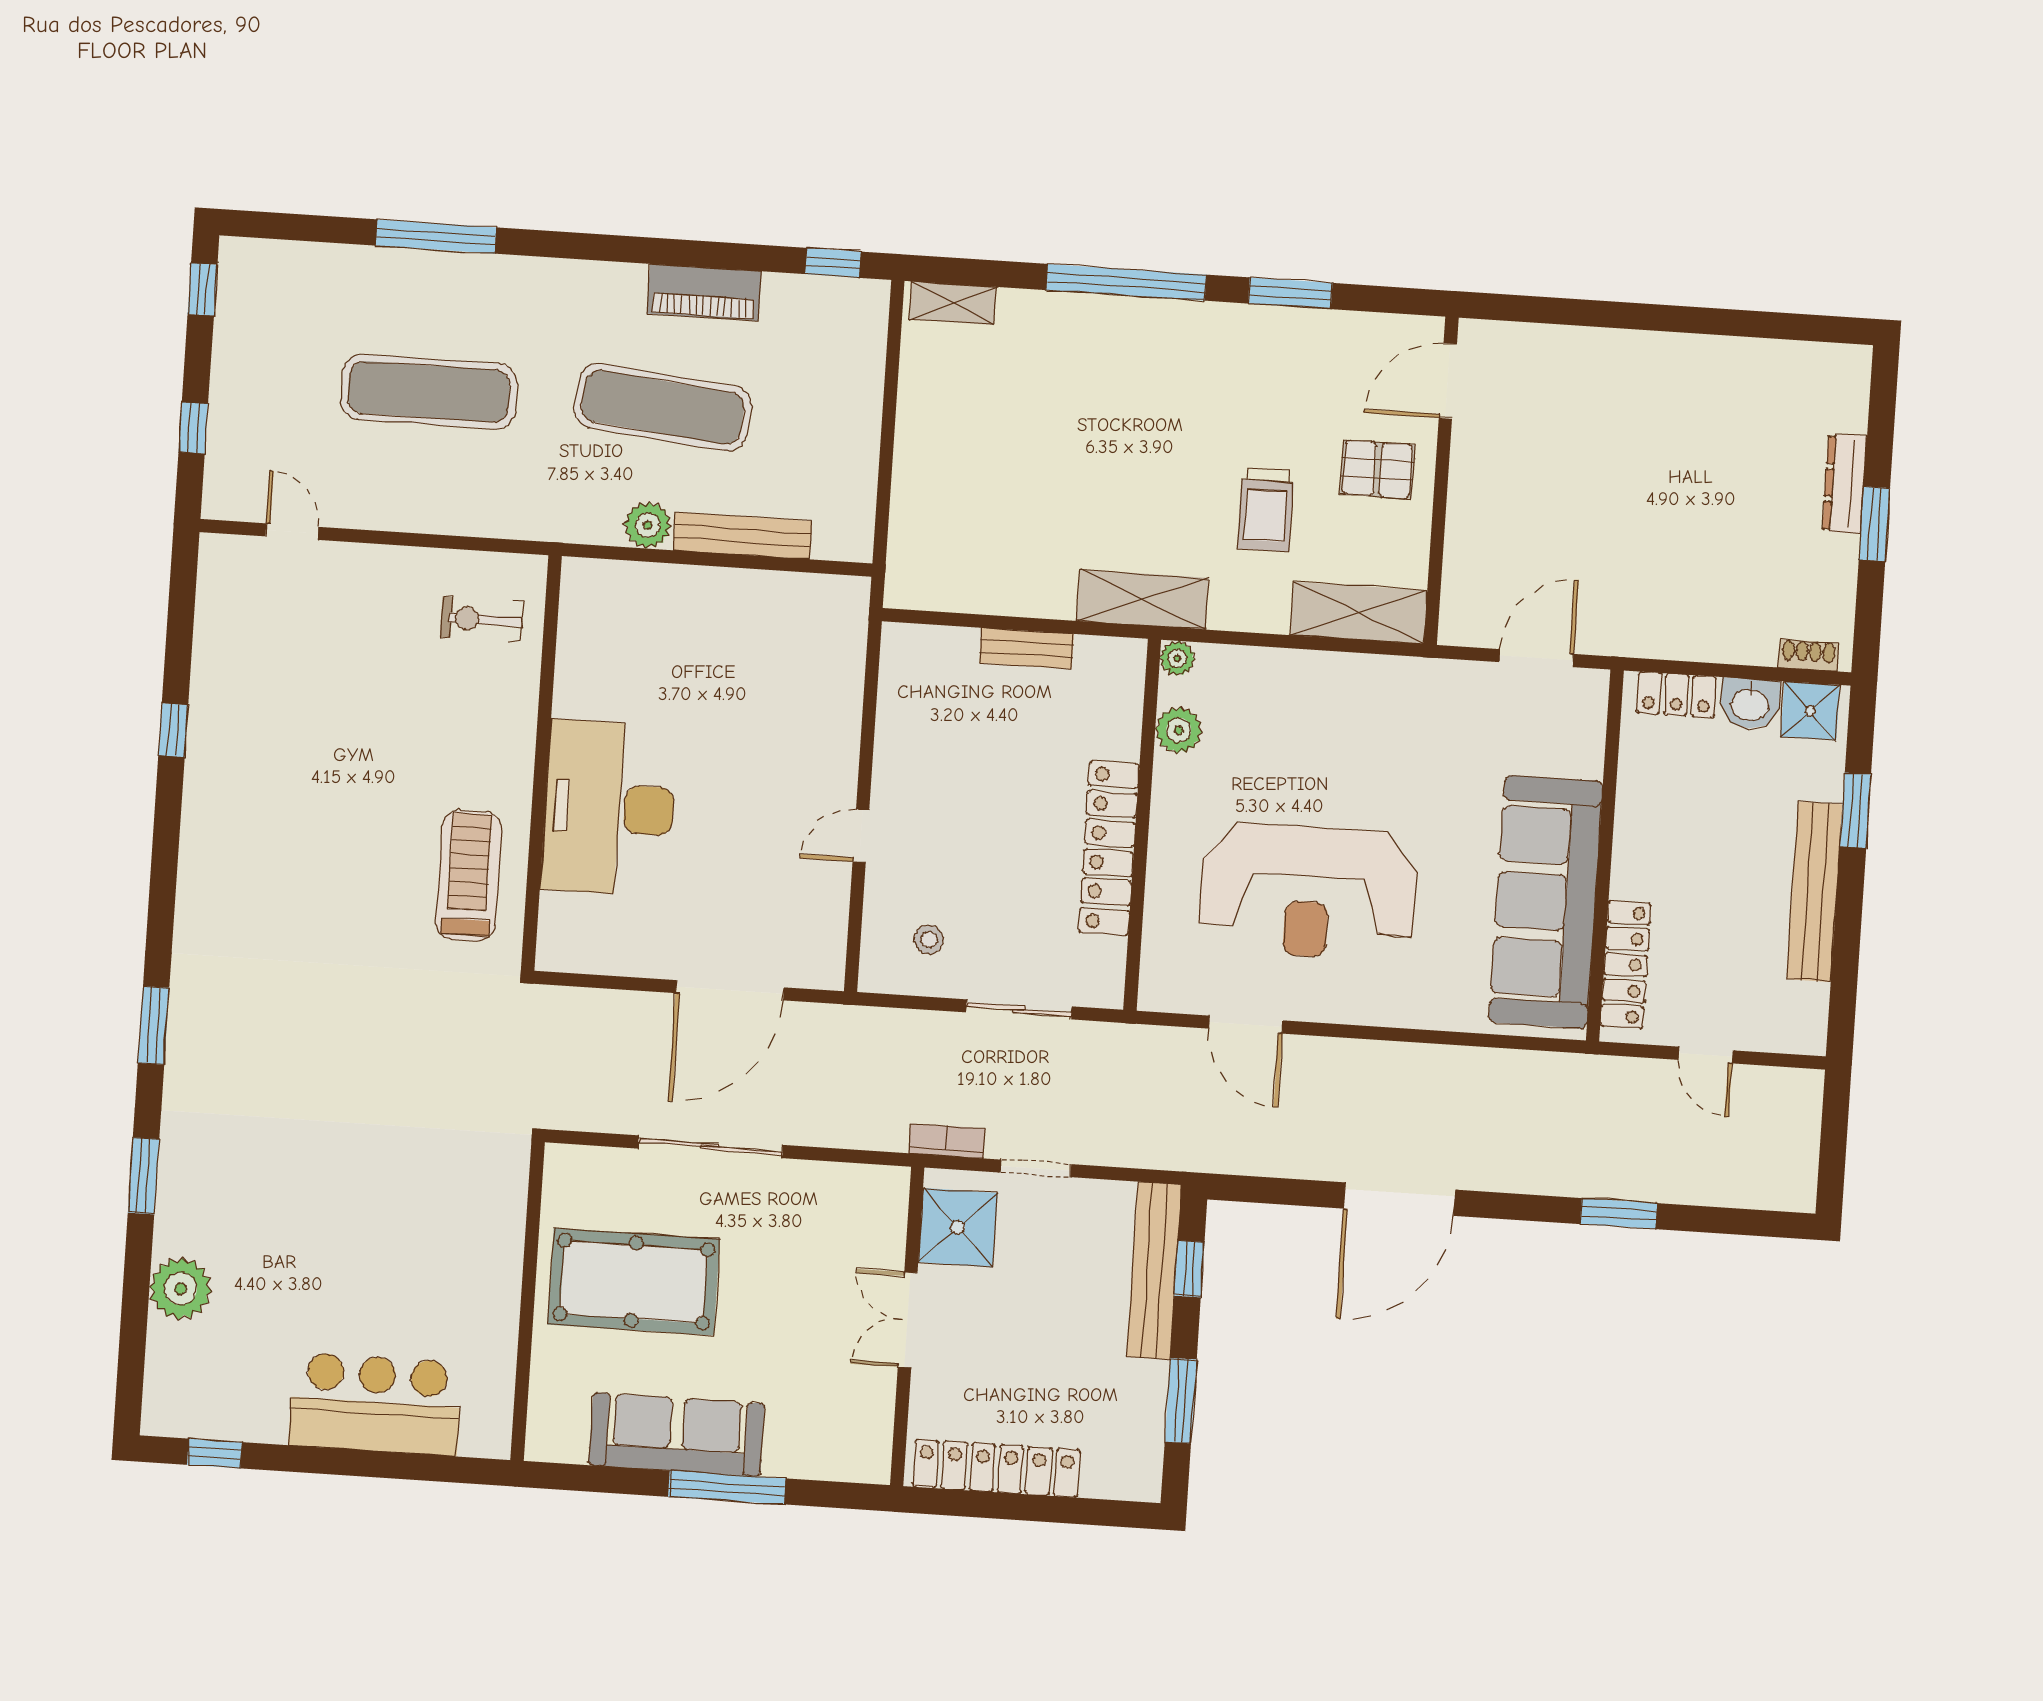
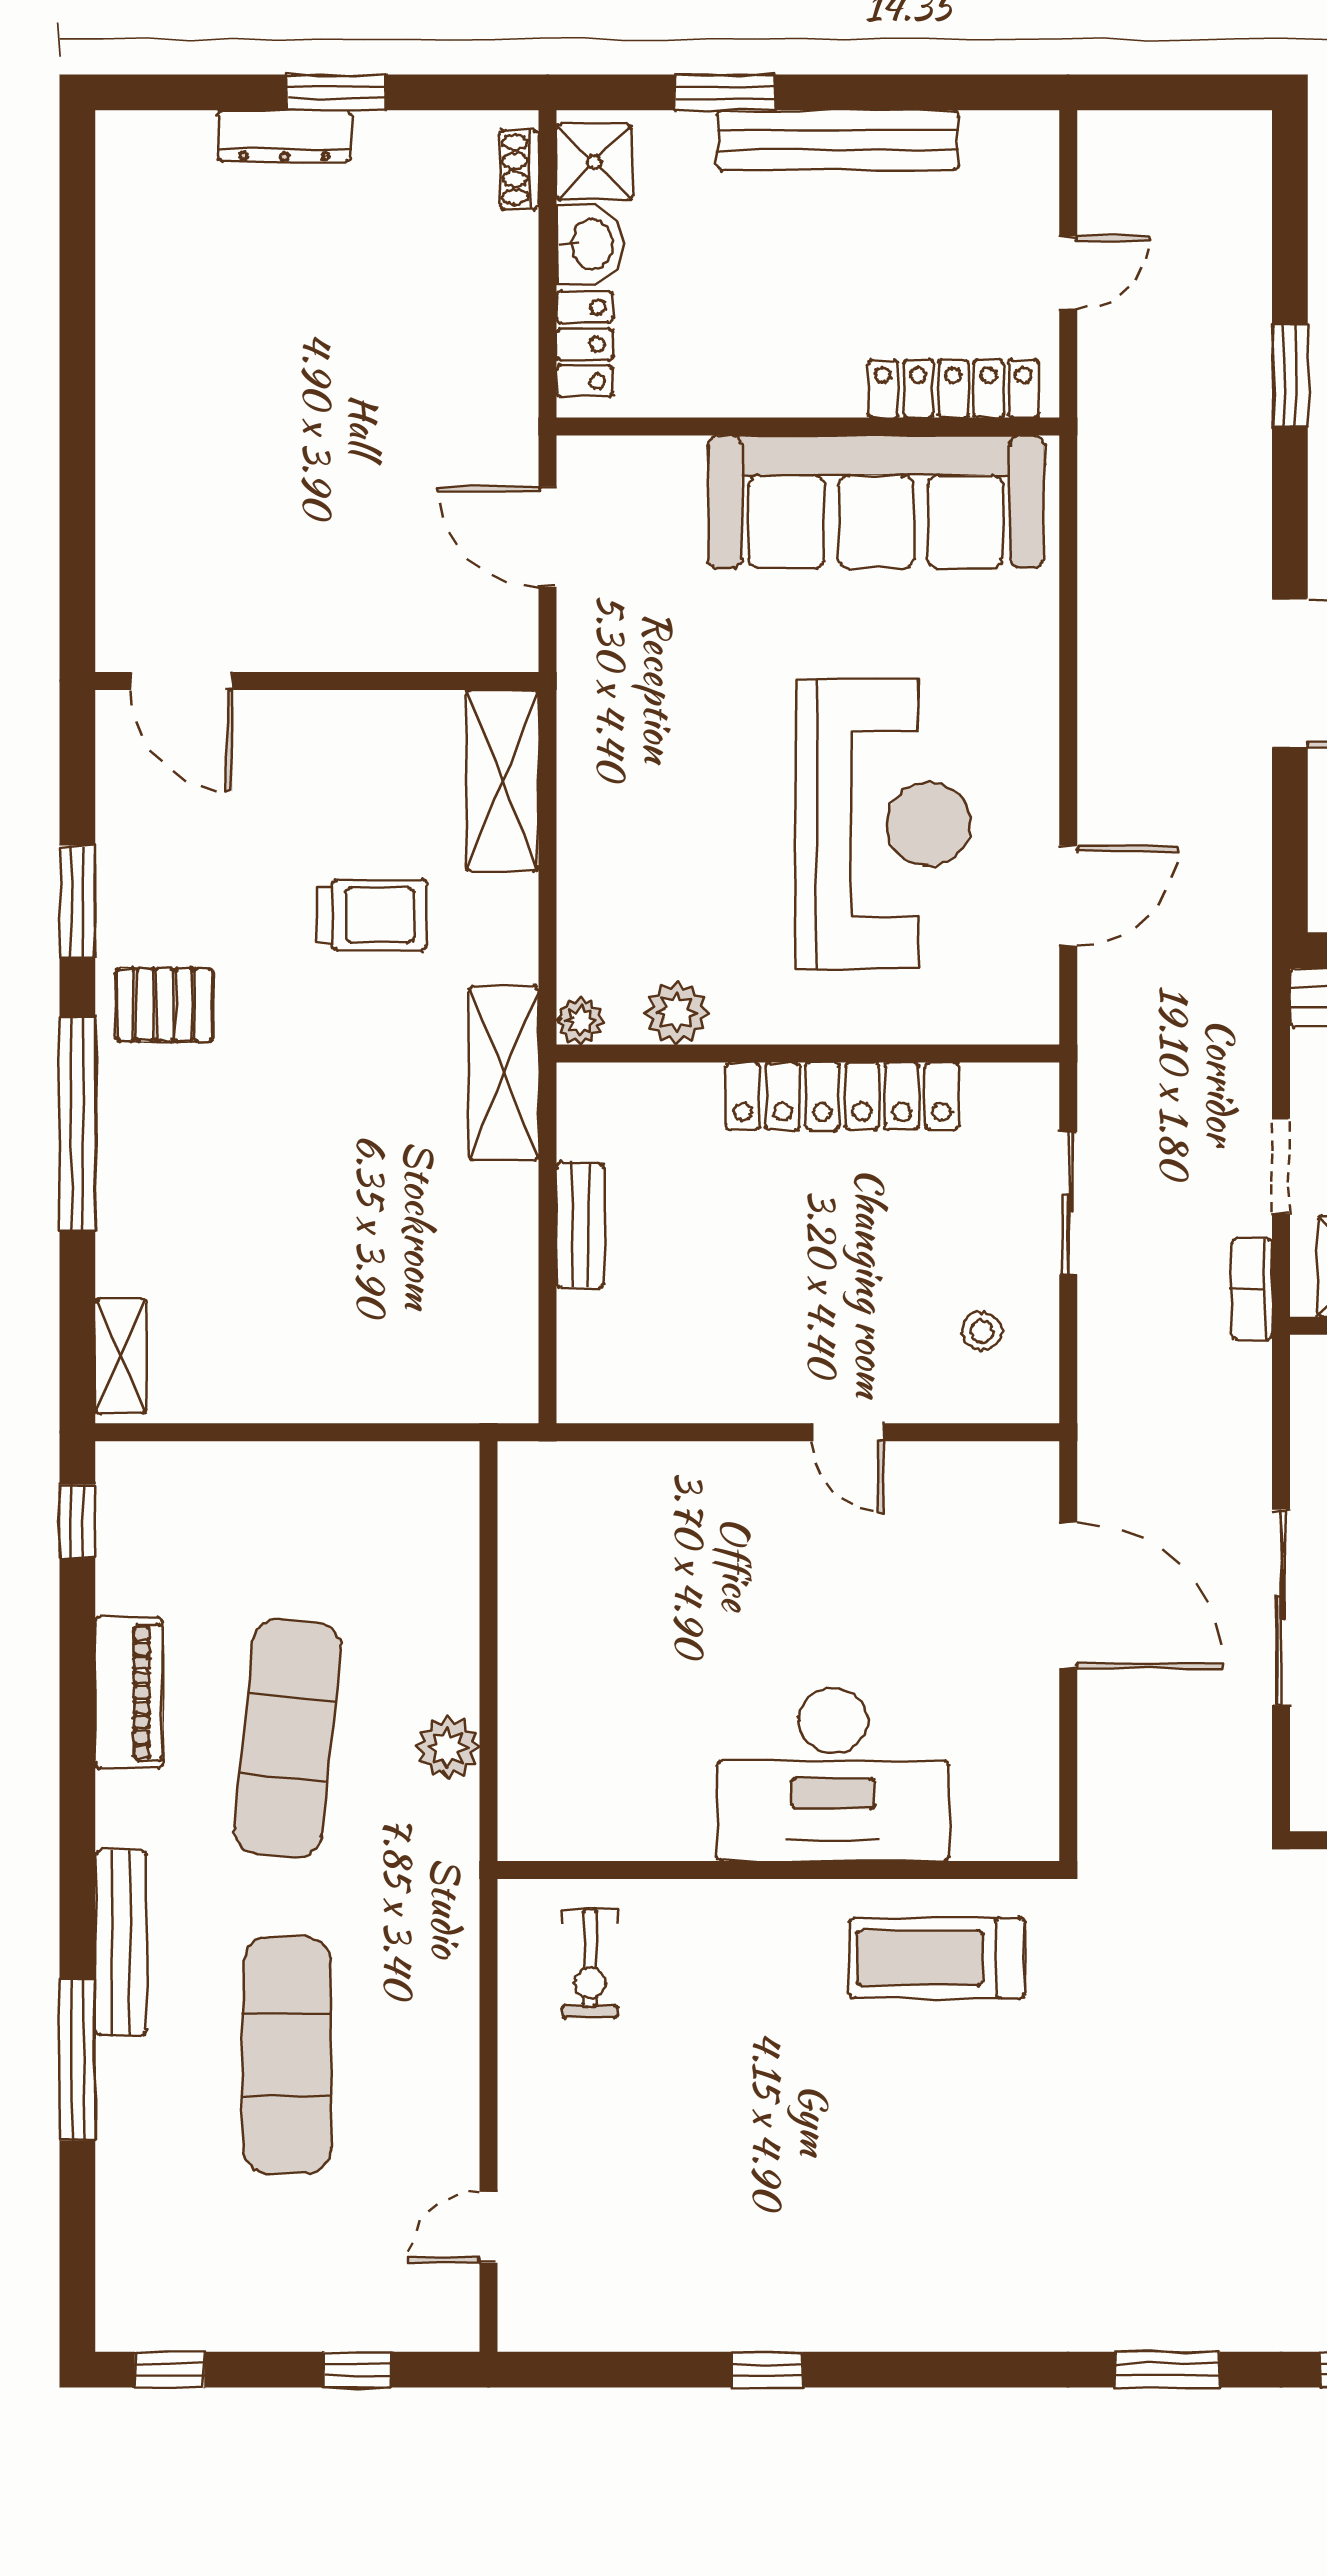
pallet: (1378, 469) -> (165, 1005), moved, turned 90
bench: (742, 536) -> (121, 1943), moved

